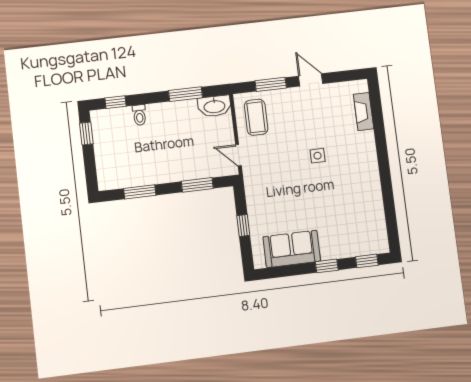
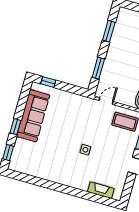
window: (243, 226) -> (48, 82), moved
sofa: (292, 249) -> (33, 116), width x1.36

